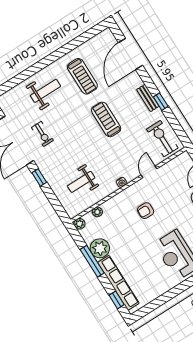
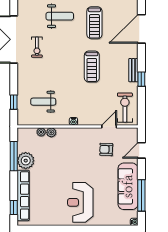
treadmill: (106, 119) -> (92, 67), turned 180
door: (149, 172) -> (109, 126), moved
window: (39, 177) -> (14, 102), moved
armchair: (146, 211) -> (106, 149), moved
plant: (79, 224) -> (51, 132), moved
window: (92, 261) -> (14, 156), moved

